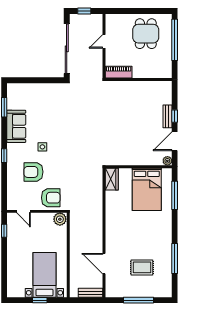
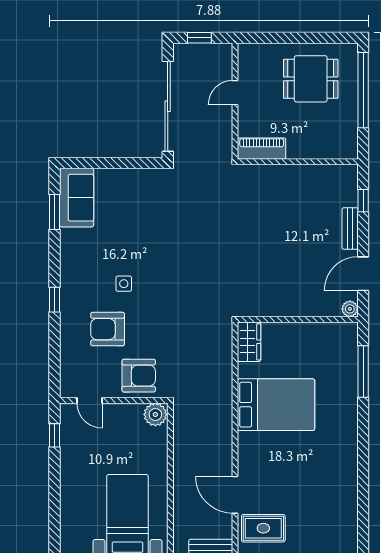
dining table: (146, 34) -> (311, 79), turned 90
window: (175, 116) -> (363, 201), moved
sofa: (16, 126) -> (77, 198), moved
bed: (147, 189) -> (276, 405), moved, turned -90
window: (175, 259) -> (363, 486), removed
rug: (142, 267) -> (263, 528), moved

